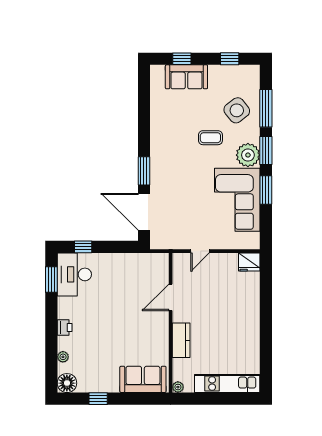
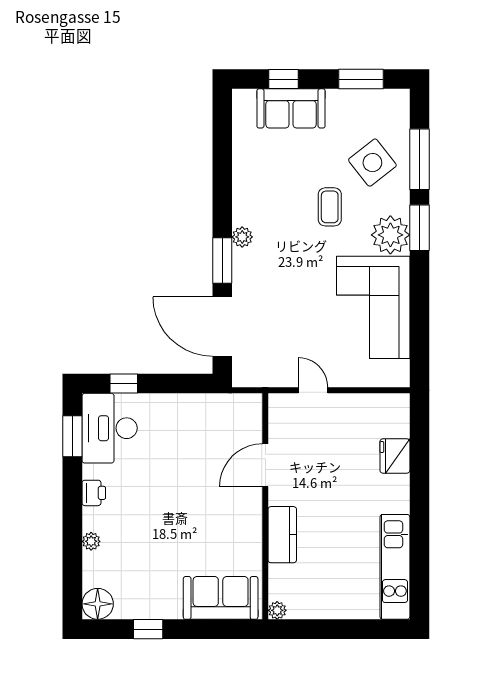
window: (230, 59) -> (361, 79), width x1.50
coffee table: (210, 138) -> (330, 207), turned 90
plant: (156, 156) -> (242, 237), added
window: (266, 190) -> (419, 291), removed
door: (200, 251) -> (313, 390), swing flipped
fridge: (249, 262) -> (395, 456), moved, turned 90
printer: (65, 328) -> (94, 493), moved
plant: (63, 357) -> (91, 541), moved
kitchen unit: (227, 383) -> (395, 567), moved, turned -90

